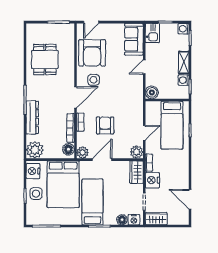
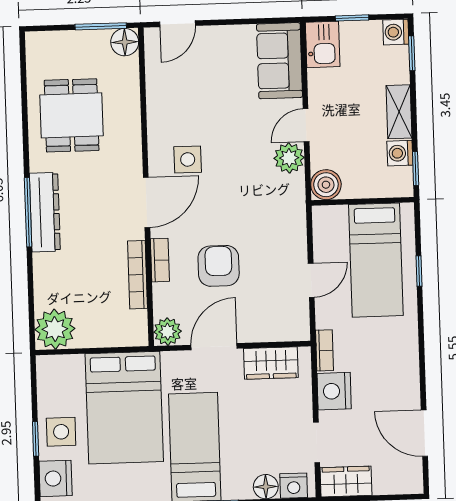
armchair: (92, 53) -> (182, 96), removed
dresser: (32, 117) -> (45, 212), moved
floor lamp: (68, 149) -> (125, 42), moved
plant: (137, 152) -> (289, 158), moved
nightstand: (33, 171) -> (56, 478), moved
wardrobe: (137, 172) -> (271, 363), moved, turned -90

